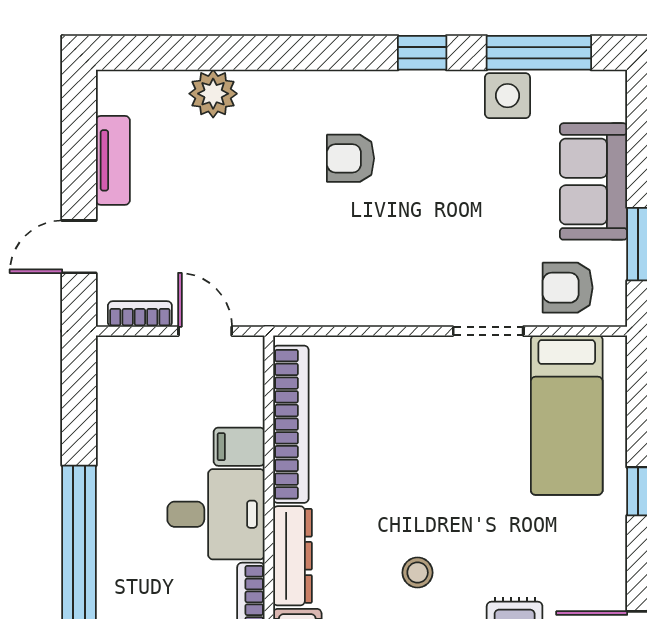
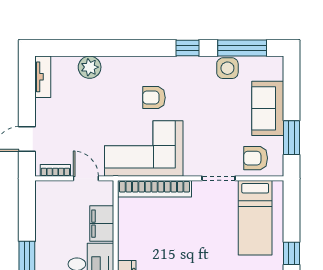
tv unit: (113, 160) -> (43, 77), moved
corner sofa: (329, 267) -> (144, 148), added
bookcase: (291, 424) -> (154, 189), moved, turned 90
filing cabinet: (239, 447) -> (102, 224), width x2.00

